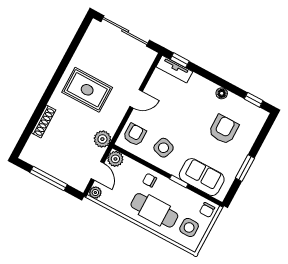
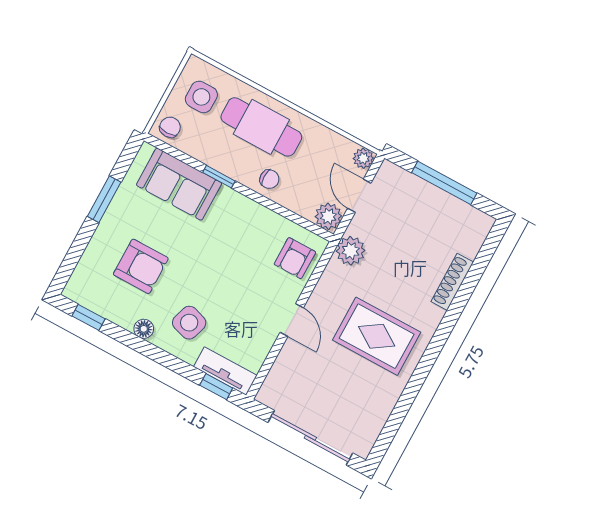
door: (136, 99) -> (292, 320), swing flipped
armchair: (224, 129) -> (141, 266), turned -90
side table: (164, 148) -> (189, 323), moved

